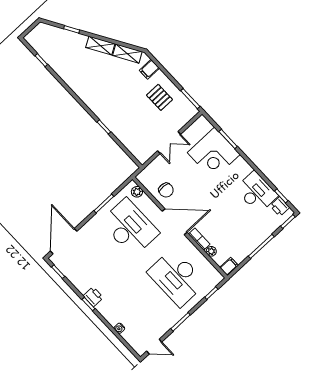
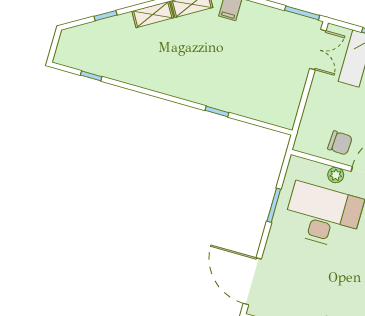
pallet: (159, 97) -> (263, 34), removed
double door: (169, 143) -> (318, 50), moved
plant: (137, 192) -> (336, 175), moved

